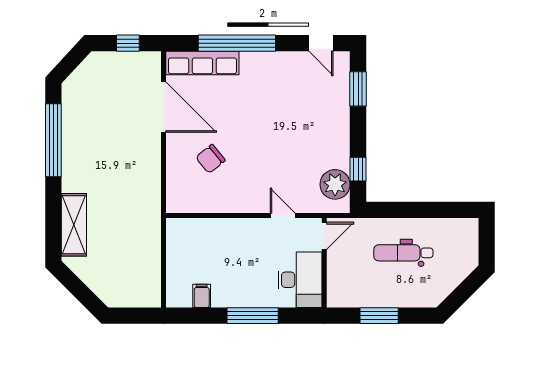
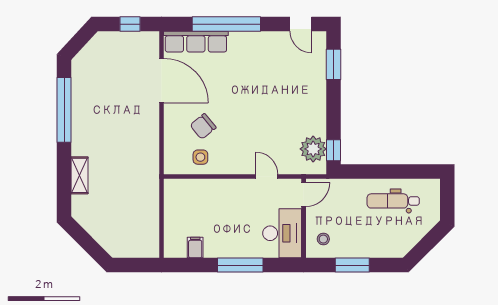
window: (358, 169) -> (333, 150), moved
side table: (208, 194) -> (200, 157), added
shelving: (74, 225) -> (79, 175), width x0.67, depth x0.75
dental chair: (403, 253) -> (393, 201), moved
stool: (347, 286) -> (323, 239), added

